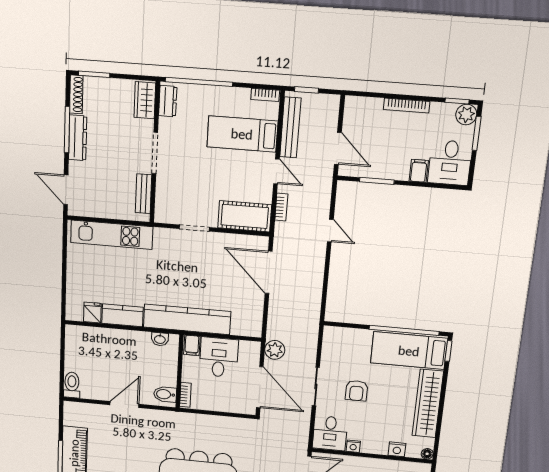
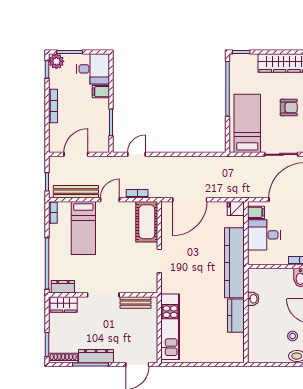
door: (338, 148) -> (76, 154), moved
door: (330, 231) -> (136, 154), moved
fridge: (92, 313) -> (236, 209), moved
washbasin: (160, 339) -> (253, 299), moved
filing cabinet: (192, 345) -> (256, 212), moved
plant: (275, 350) -> (253, 190), removed
bed: (409, 351) -> (247, 123), moved, turned 180
stool: (96, 379) -> (293, 336), added
armchair: (357, 391) -> (289, 107), moved

